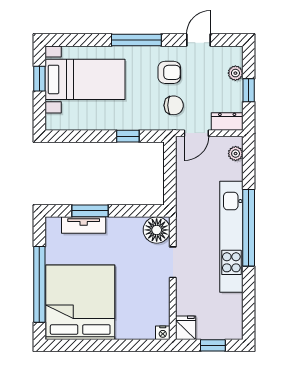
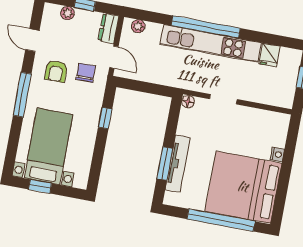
armchair: (169, 72) -> (56, 71), turned 180
tv unit: (84, 225) -> (178, 164), width x1.41
floor lamp: (157, 230) -> (188, 102), width x0.53, depth x0.53
fridge: (186, 328) -> (270, 55), moved, turned -90
nightstand: (163, 333) -> (277, 154), moved

